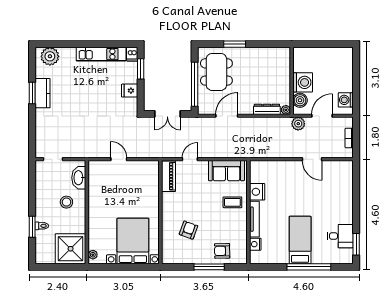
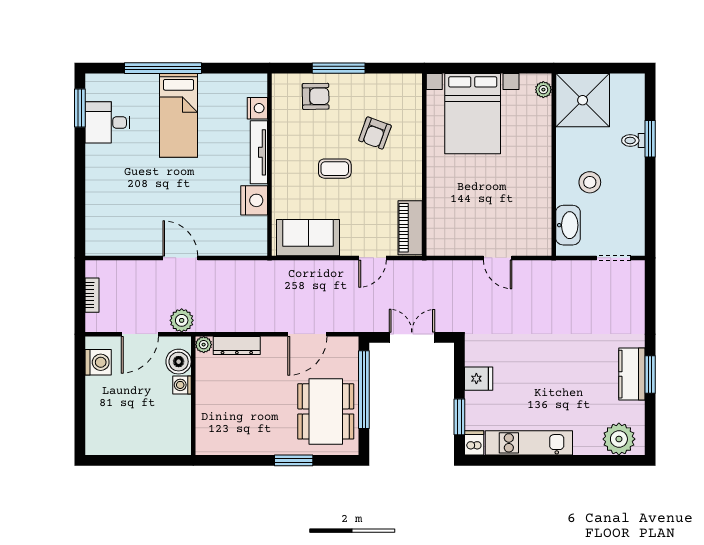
washing machine: (303, 82) -> (182, 385), width x0.53, depth x0.53
door: (312, 159) -> (180, 258), moved
coffee table: (232, 202) -> (335, 169), moved

